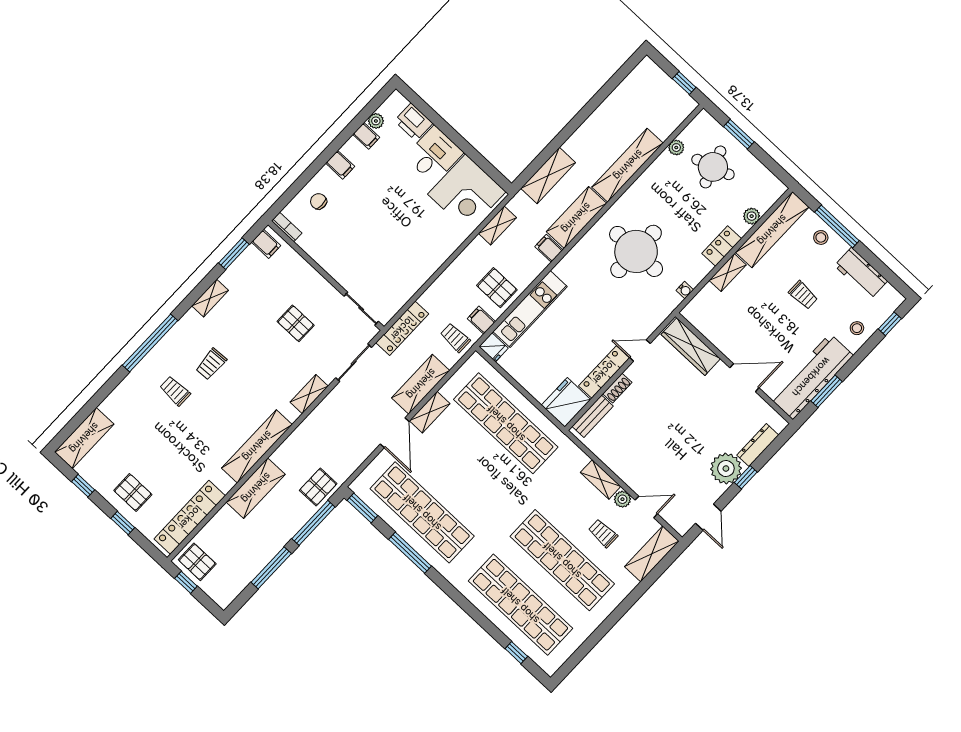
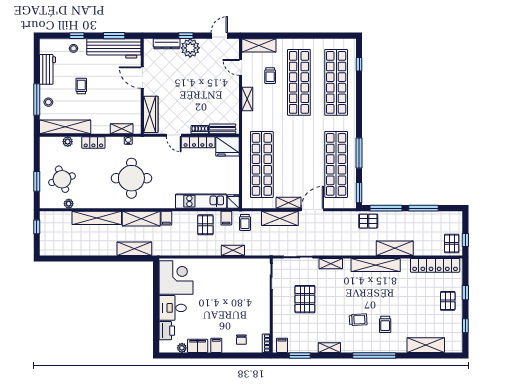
filing cabinet: (366, 136) -> (198, 346), width x2.00
shelving: (497, 226) -> (233, 250), moved
shelving: (728, 273) -> (122, 129), moved
pallet: (296, 323) -> (305, 299), width x1.50, depth x1.42
window: (890, 324) -> (77, 36), moved
locker: (402, 328) -> (263, 250), removed
shelving: (84, 438) -> (426, 345), moved
plant: (622, 499) -> (247, 81), removed

